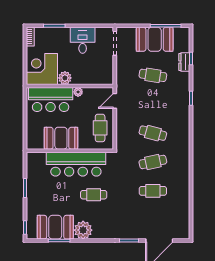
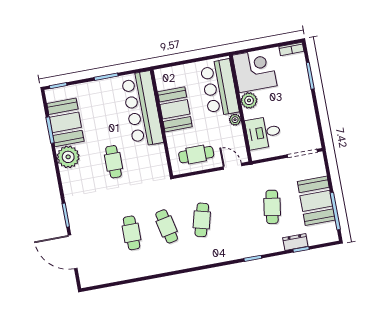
desk: (83, 40) -> (263, 133), moved, turned 180
bar counter: (76, 164) -> (142, 109), moved

